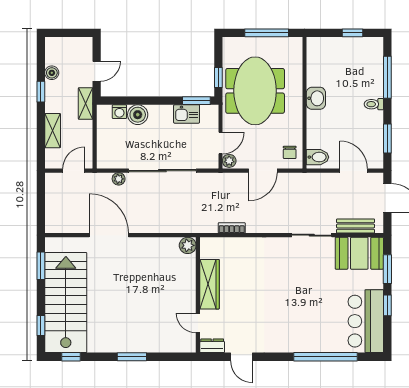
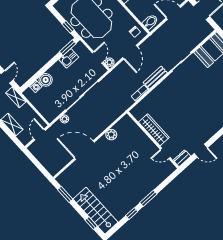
bench: (356, 226) -> (155, 78), moved
plant: (188, 245) -> (111, 135), moved
stairs: (66, 303) -> (96, 211), width x0.73, depth x0.66
window: (71, 357) -> (132, 214), moved

